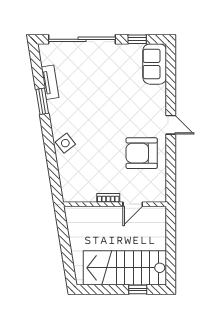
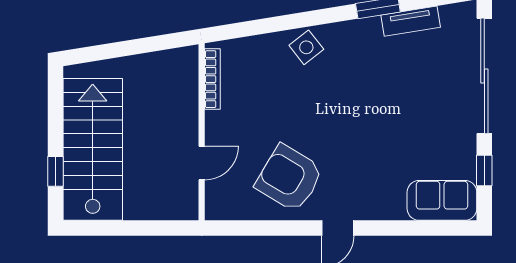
armchair: (142, 153) -> (289, 178), turned -59
bookcase: (108, 198) -> (212, 79), moved, width x1.56
door: (133, 204) -> (202, 163), swing flipped

